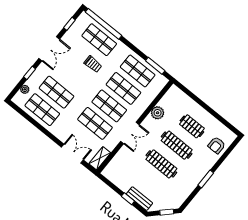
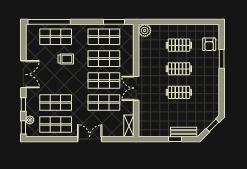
window: (69, 24) -> (23, 127), moved
plant: (158, 113) -> (145, 30), moved
double door: (130, 133) -> (136, 88), swing flipped
clothes rail: (177, 145) -> (179, 69), width x0.73
double door: (72, 154) -> (90, 139), moved
clothes rail: (161, 164) -> (179, 92), width x0.73
window: (206, 179) -> (222, 59), moved

